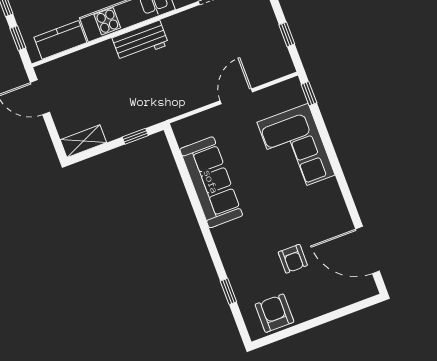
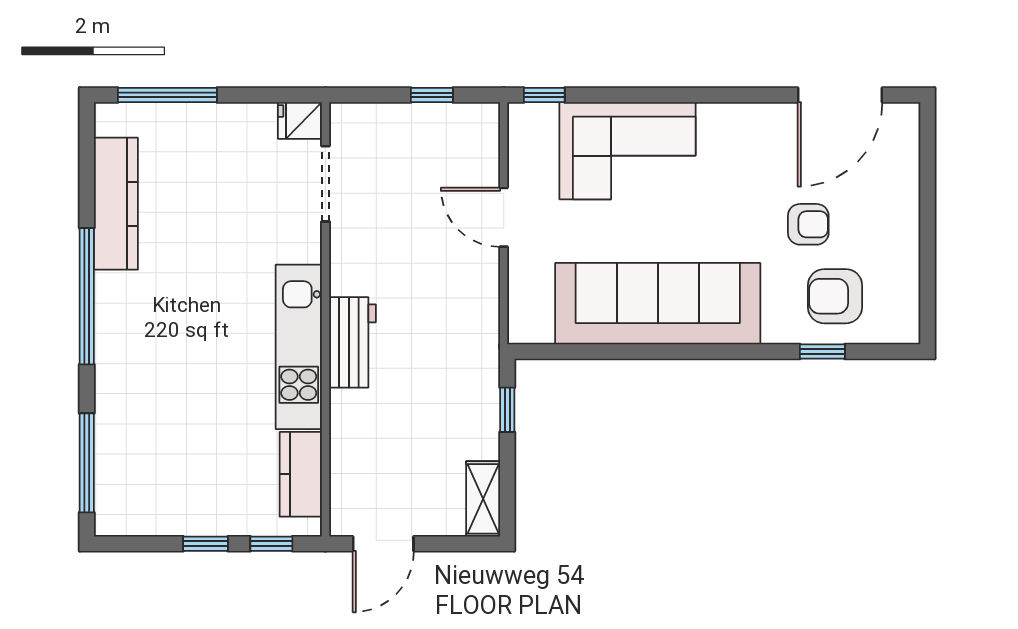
sofa: (211, 182) -> (658, 304), width x1.36, depth x1.27
armchair: (274, 313) -> (835, 296), moved

